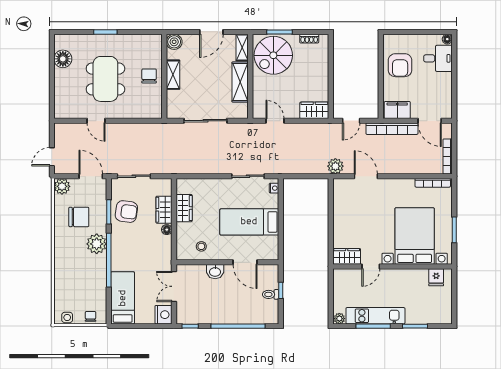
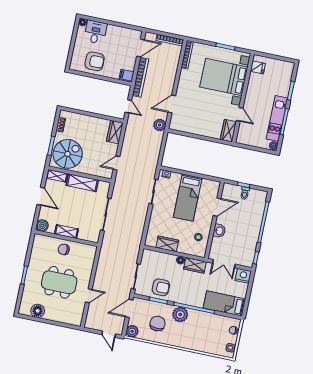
spiral stairs: (273, 55) -> (68, 154), turned -90
filing cabinet: (397, 110) -> (126, 75), width x0.50
wardrobe: (164, 210) -> (195, 265), moved
armchair: (126, 212) -> (161, 287), turned 82

